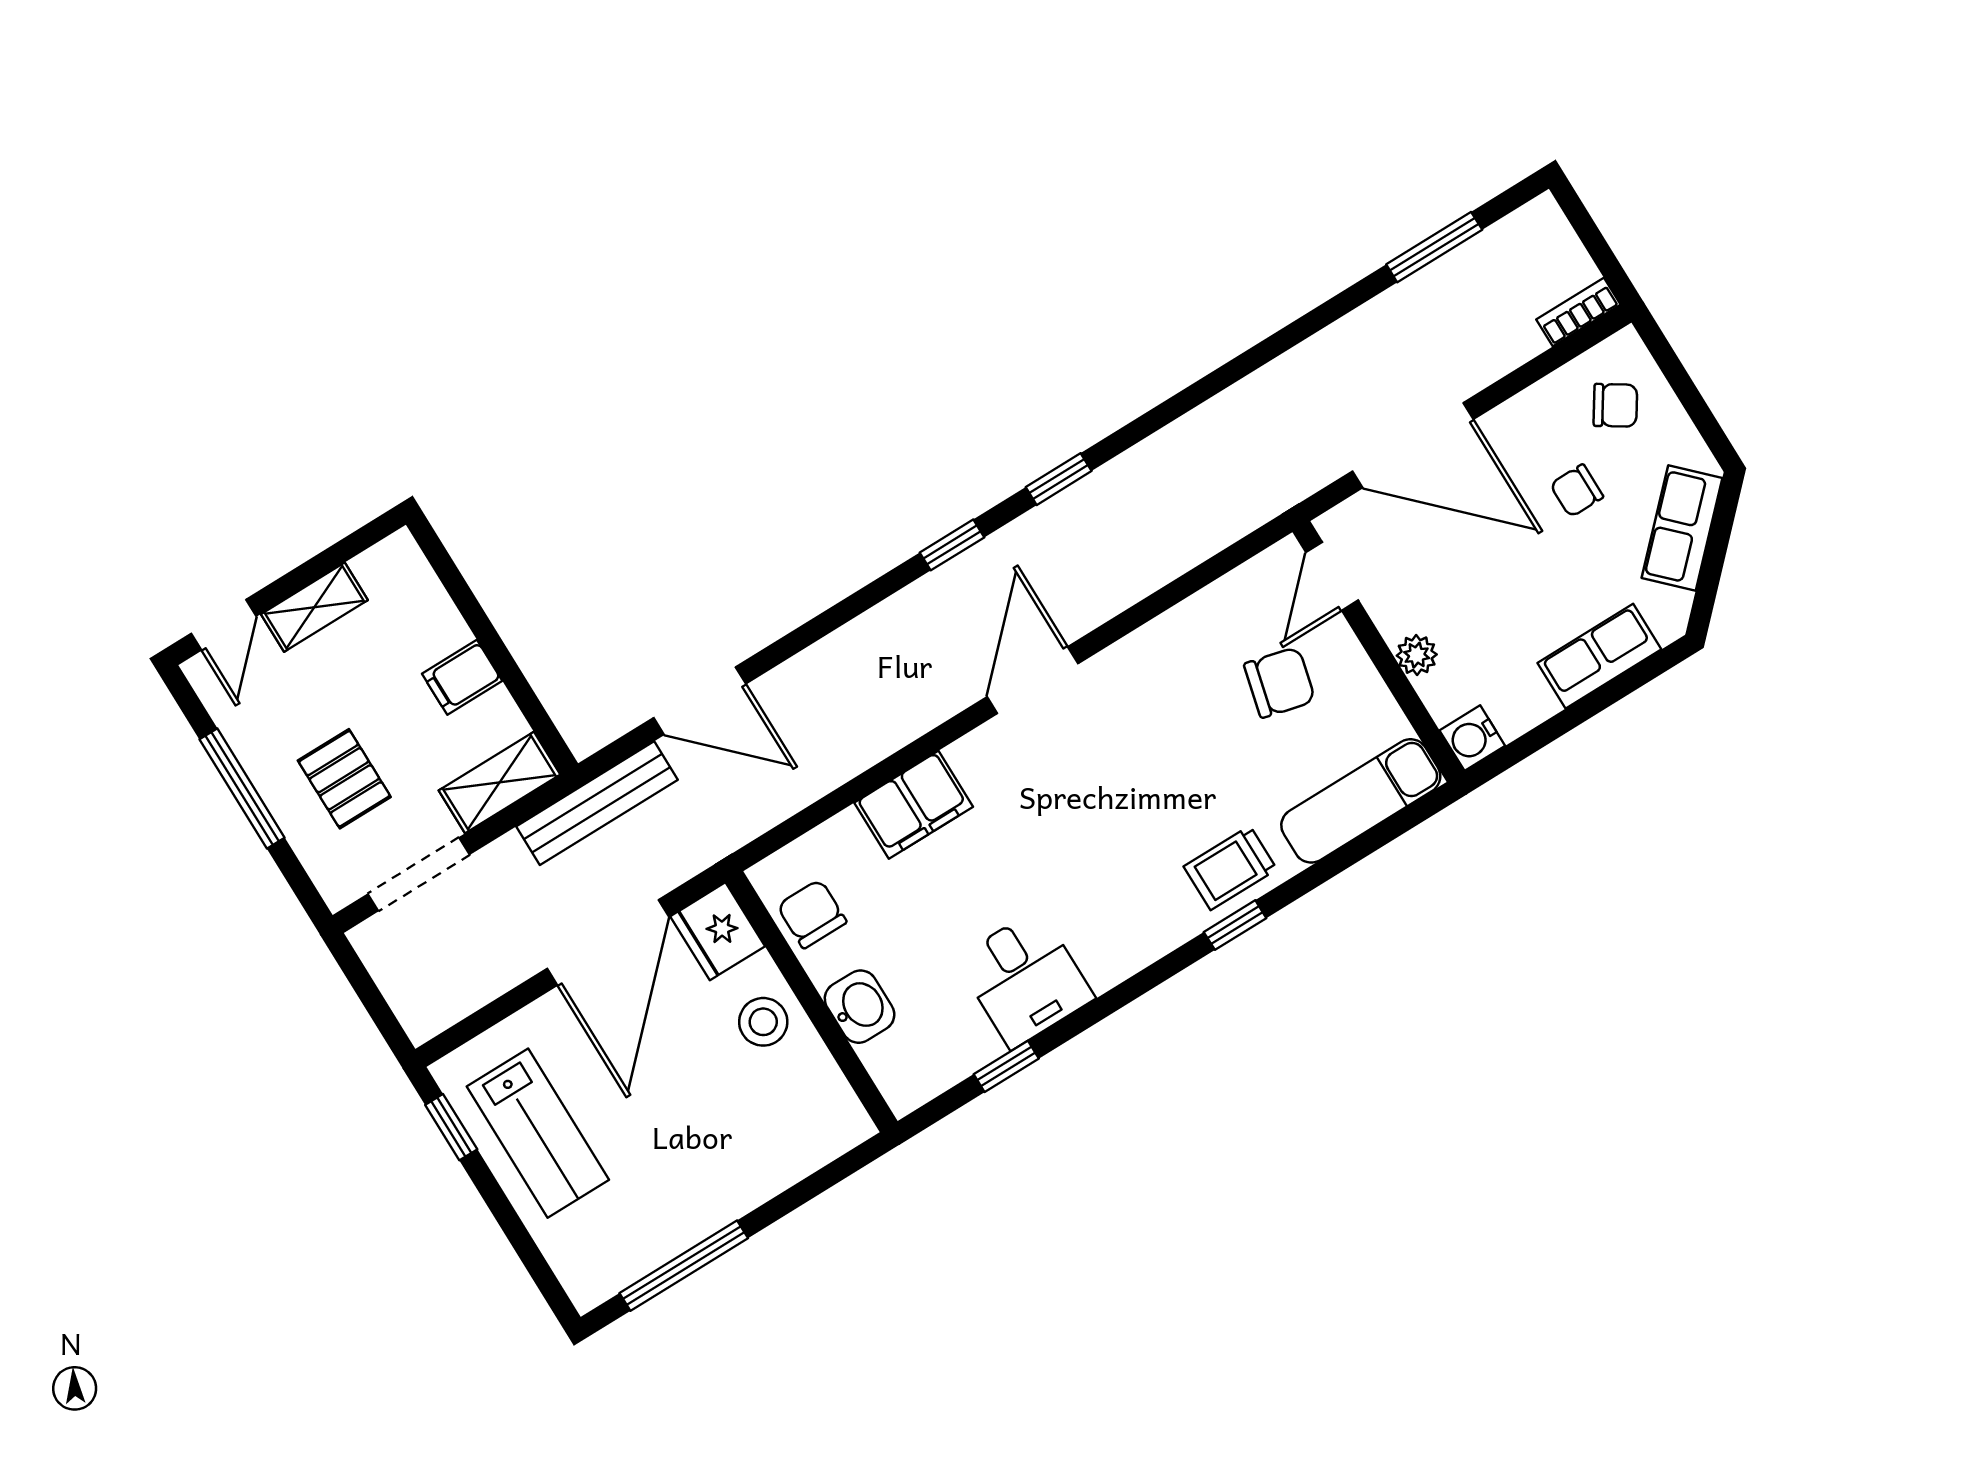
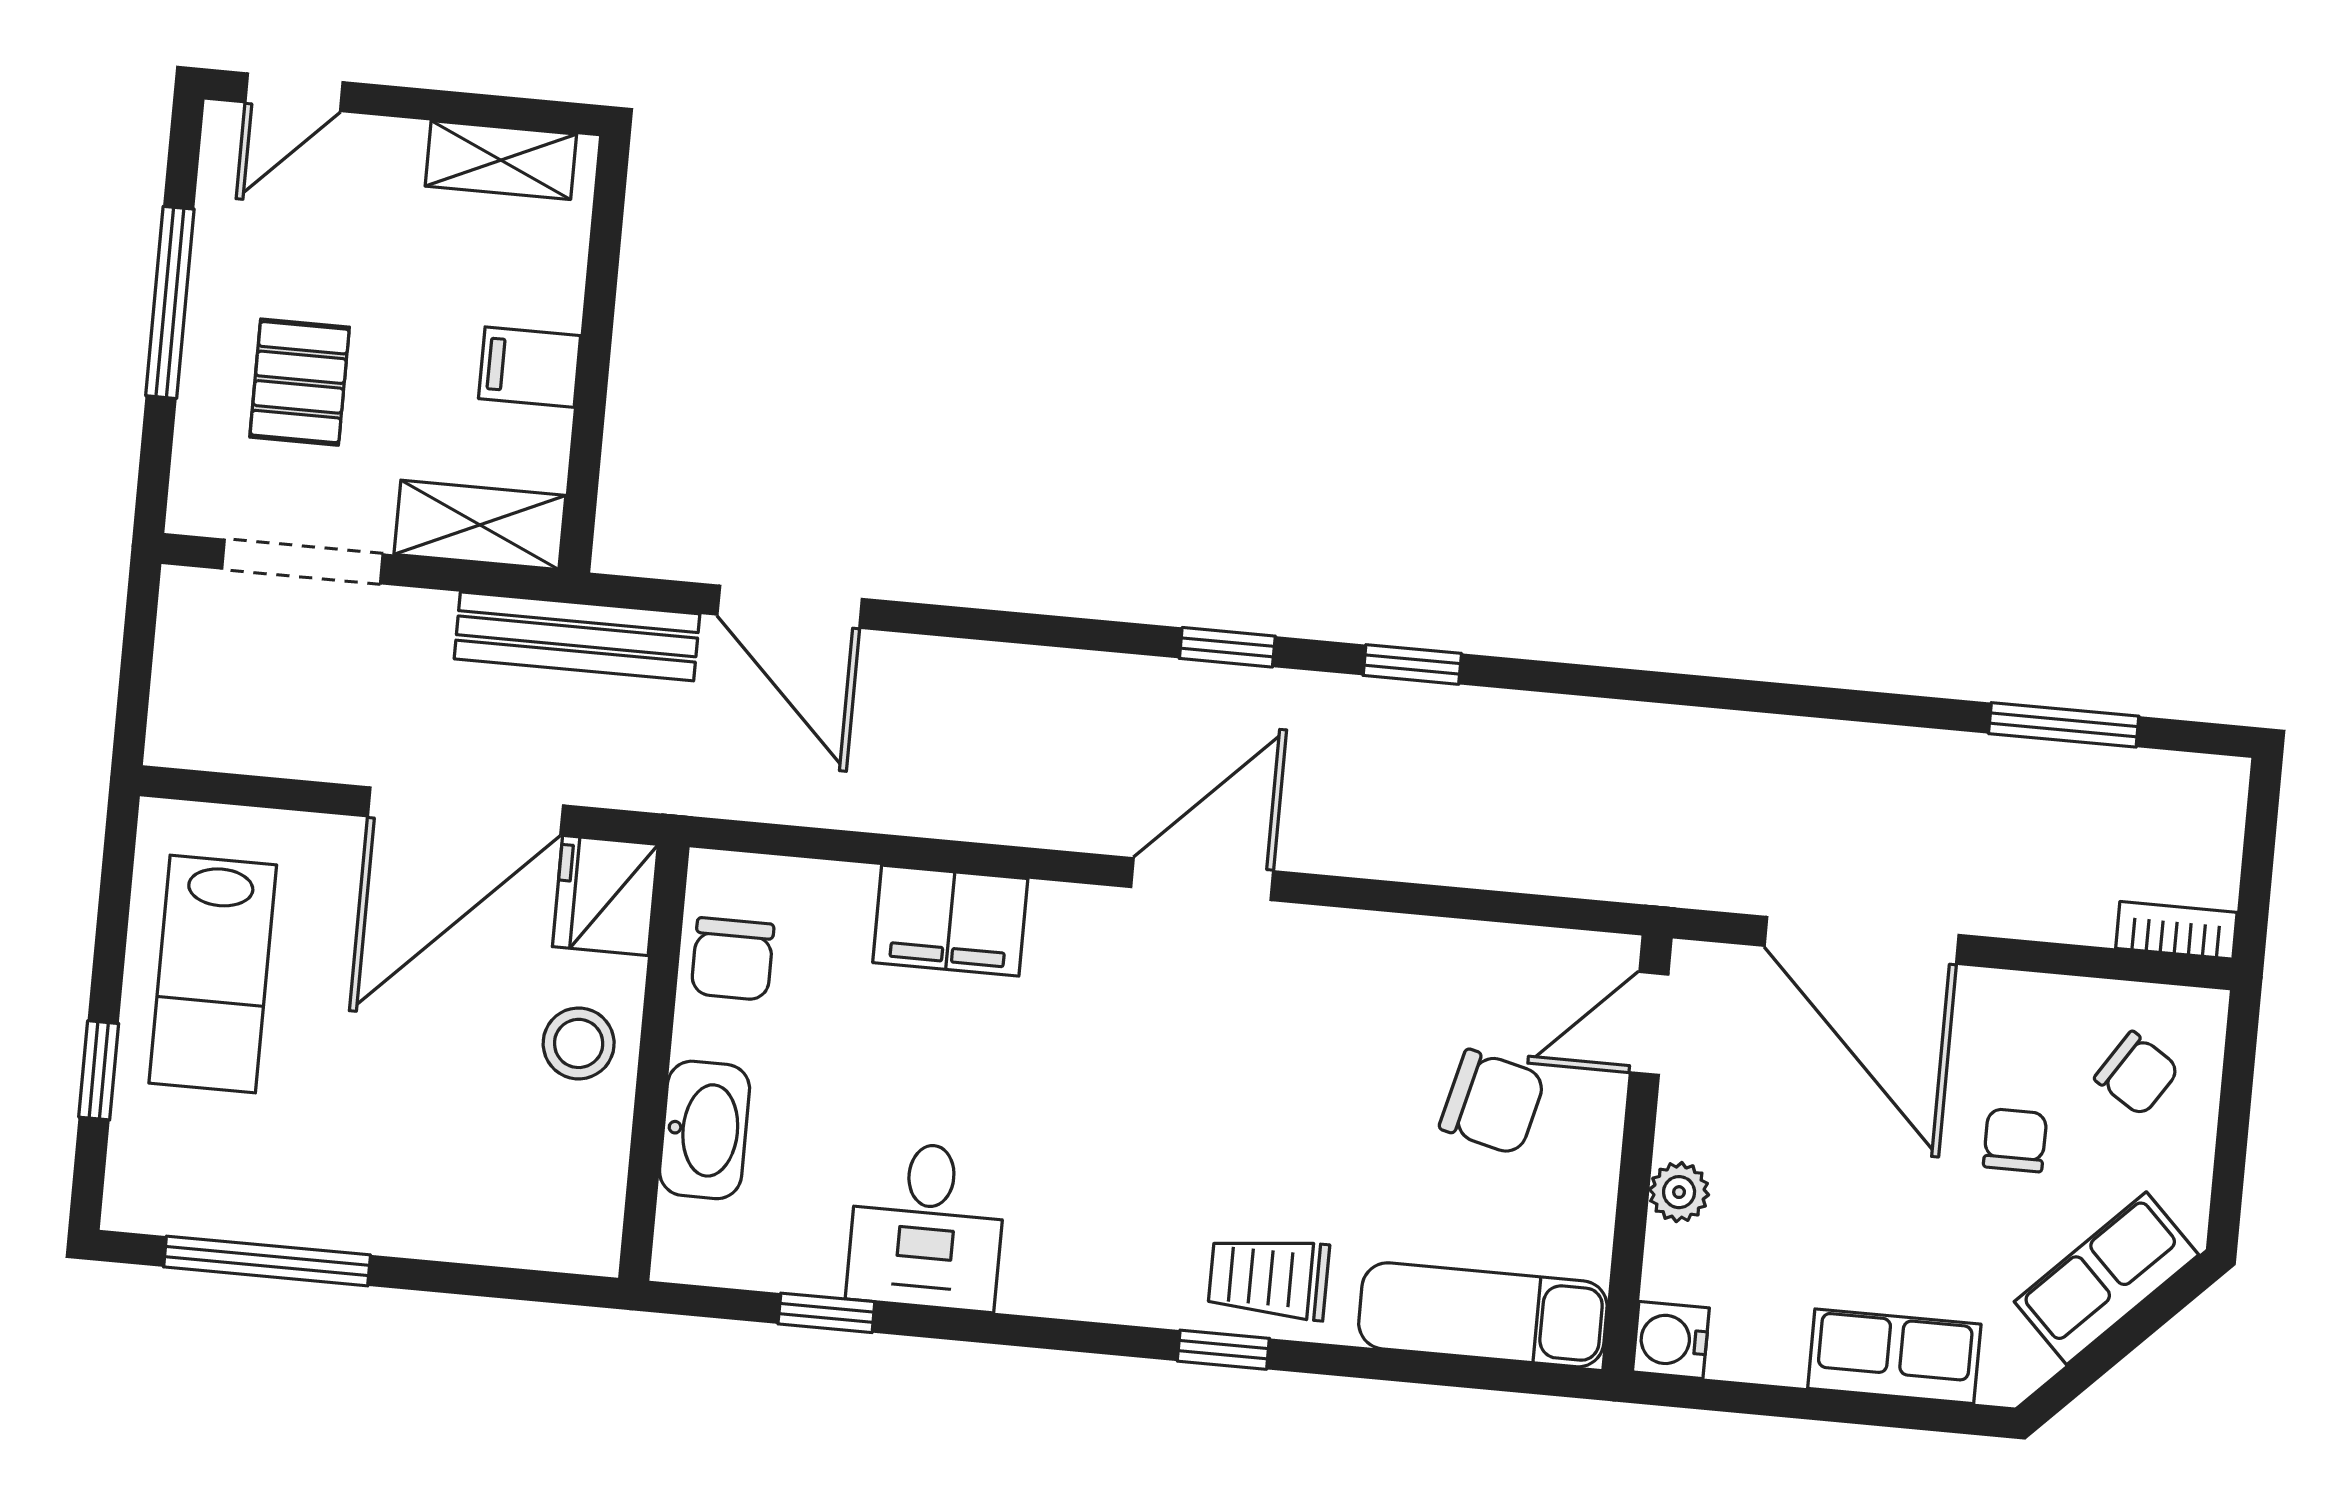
chair: (1577, 491) -> (2015, 1140), turned 90
shelving: (314, 607) -> (501, 160), moved
chair: (812, 914) -> (732, 959), turned 180
washbasin: (860, 1007) -> (705, 1130), width x1.38
window: (451, 1127) -> (99, 1070), moved

